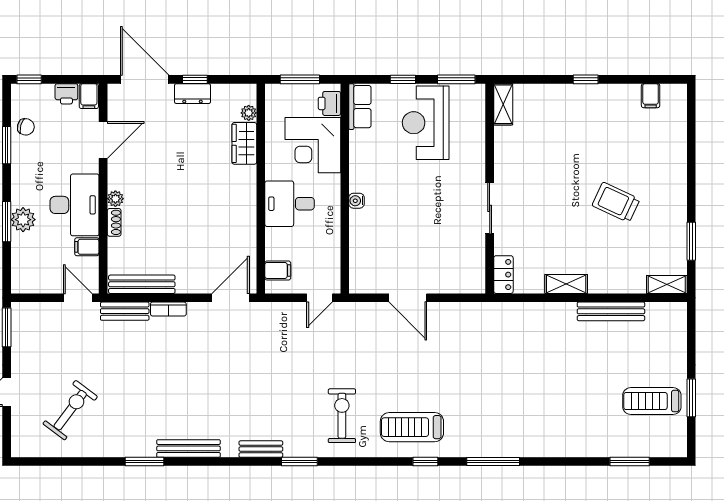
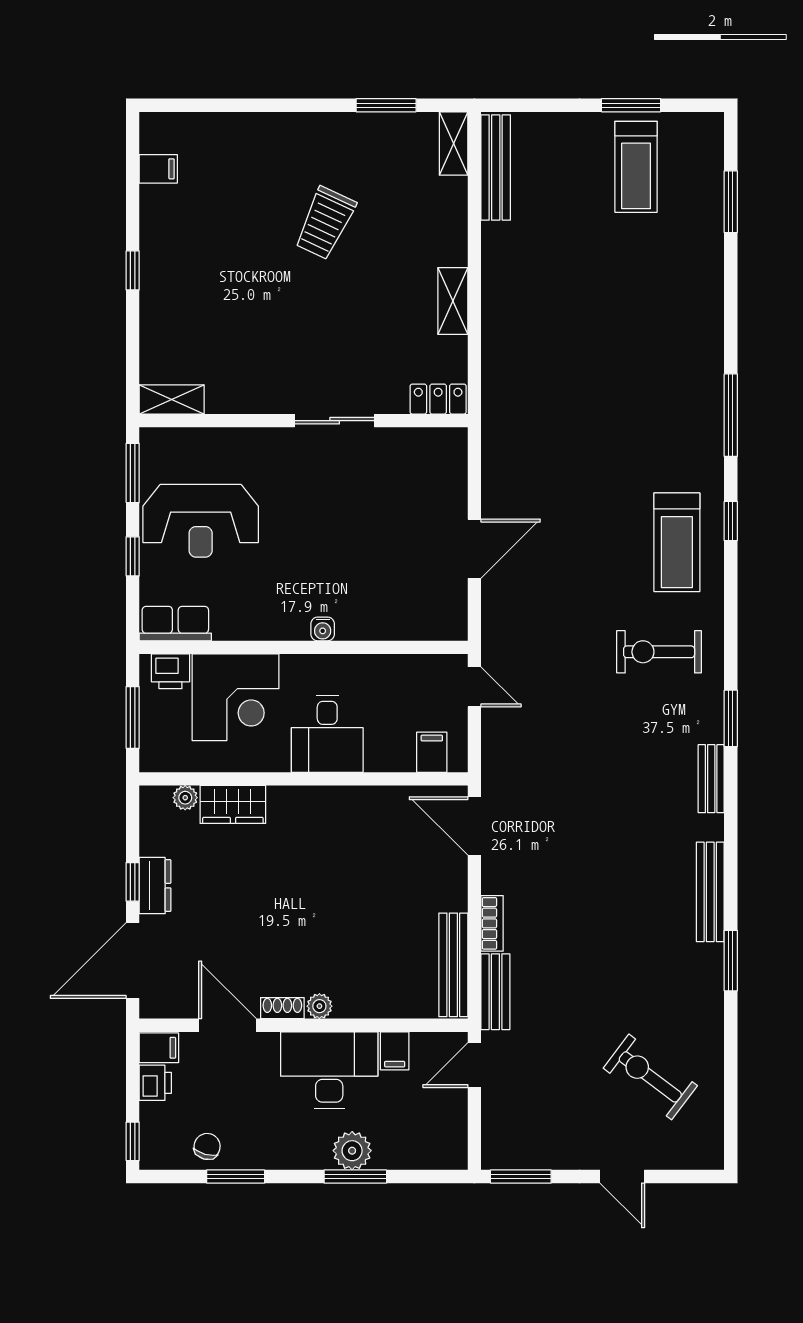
shoe rack: (114, 222) -> (282, 1008), moved
bench: (611, 311) -> (496, 167), moved

